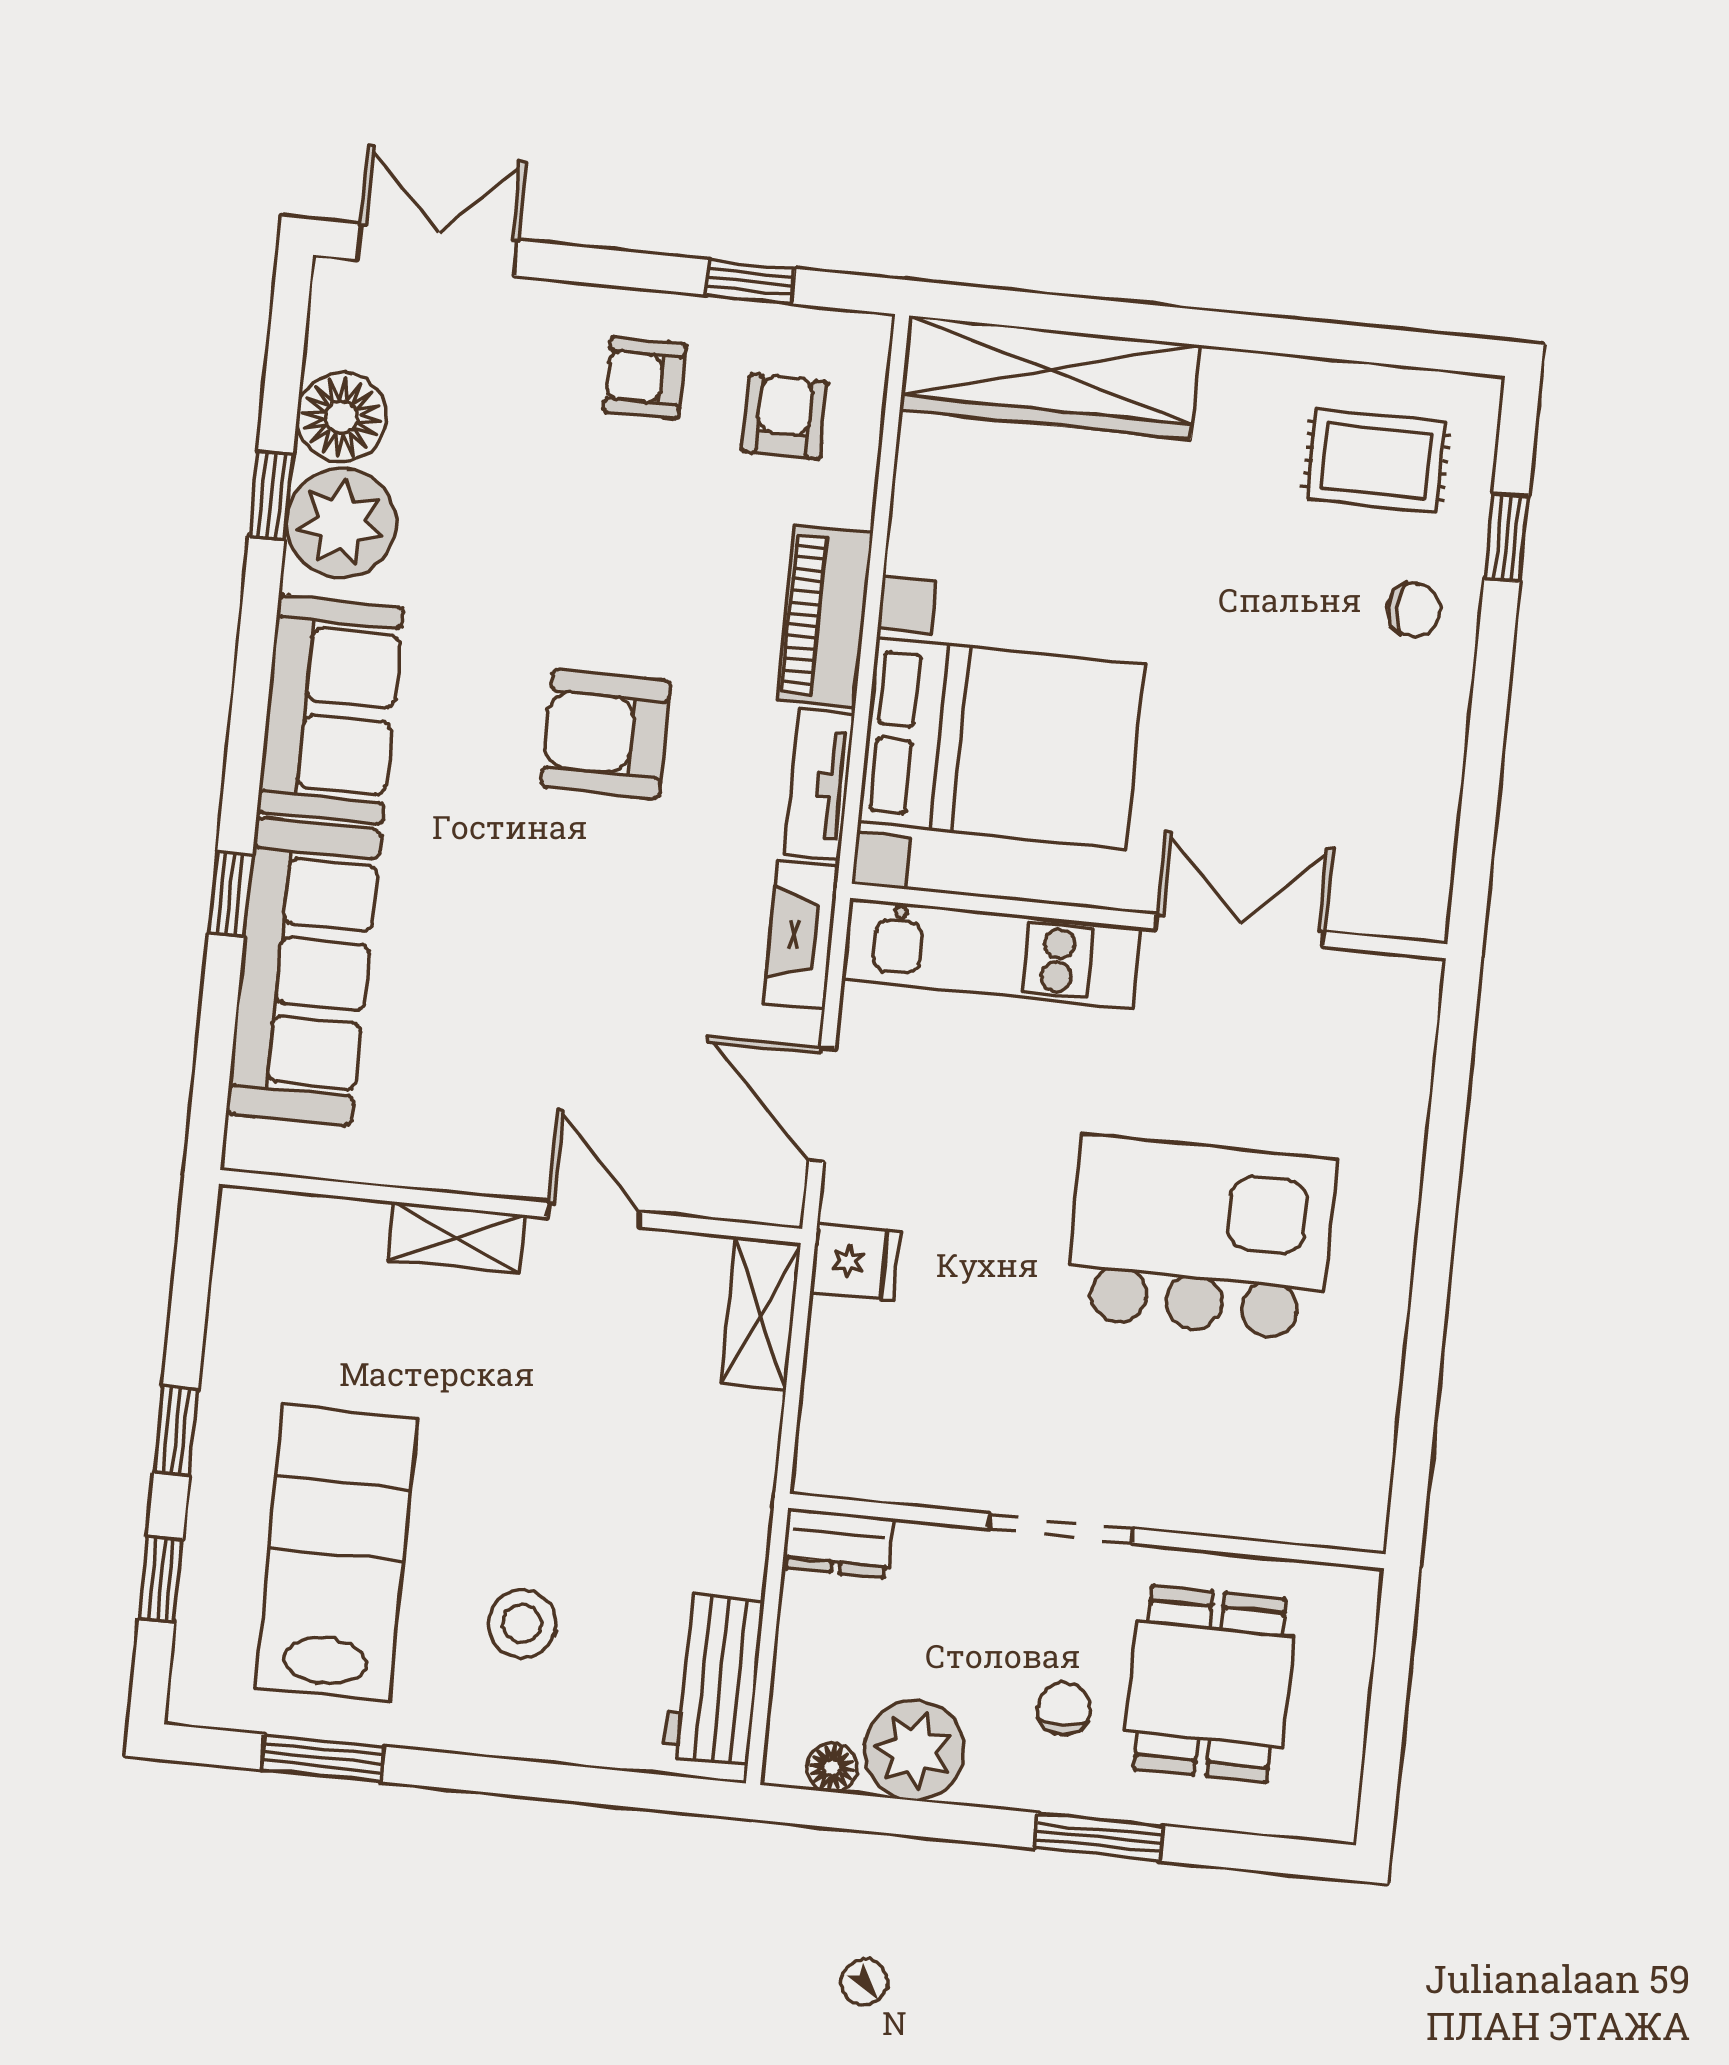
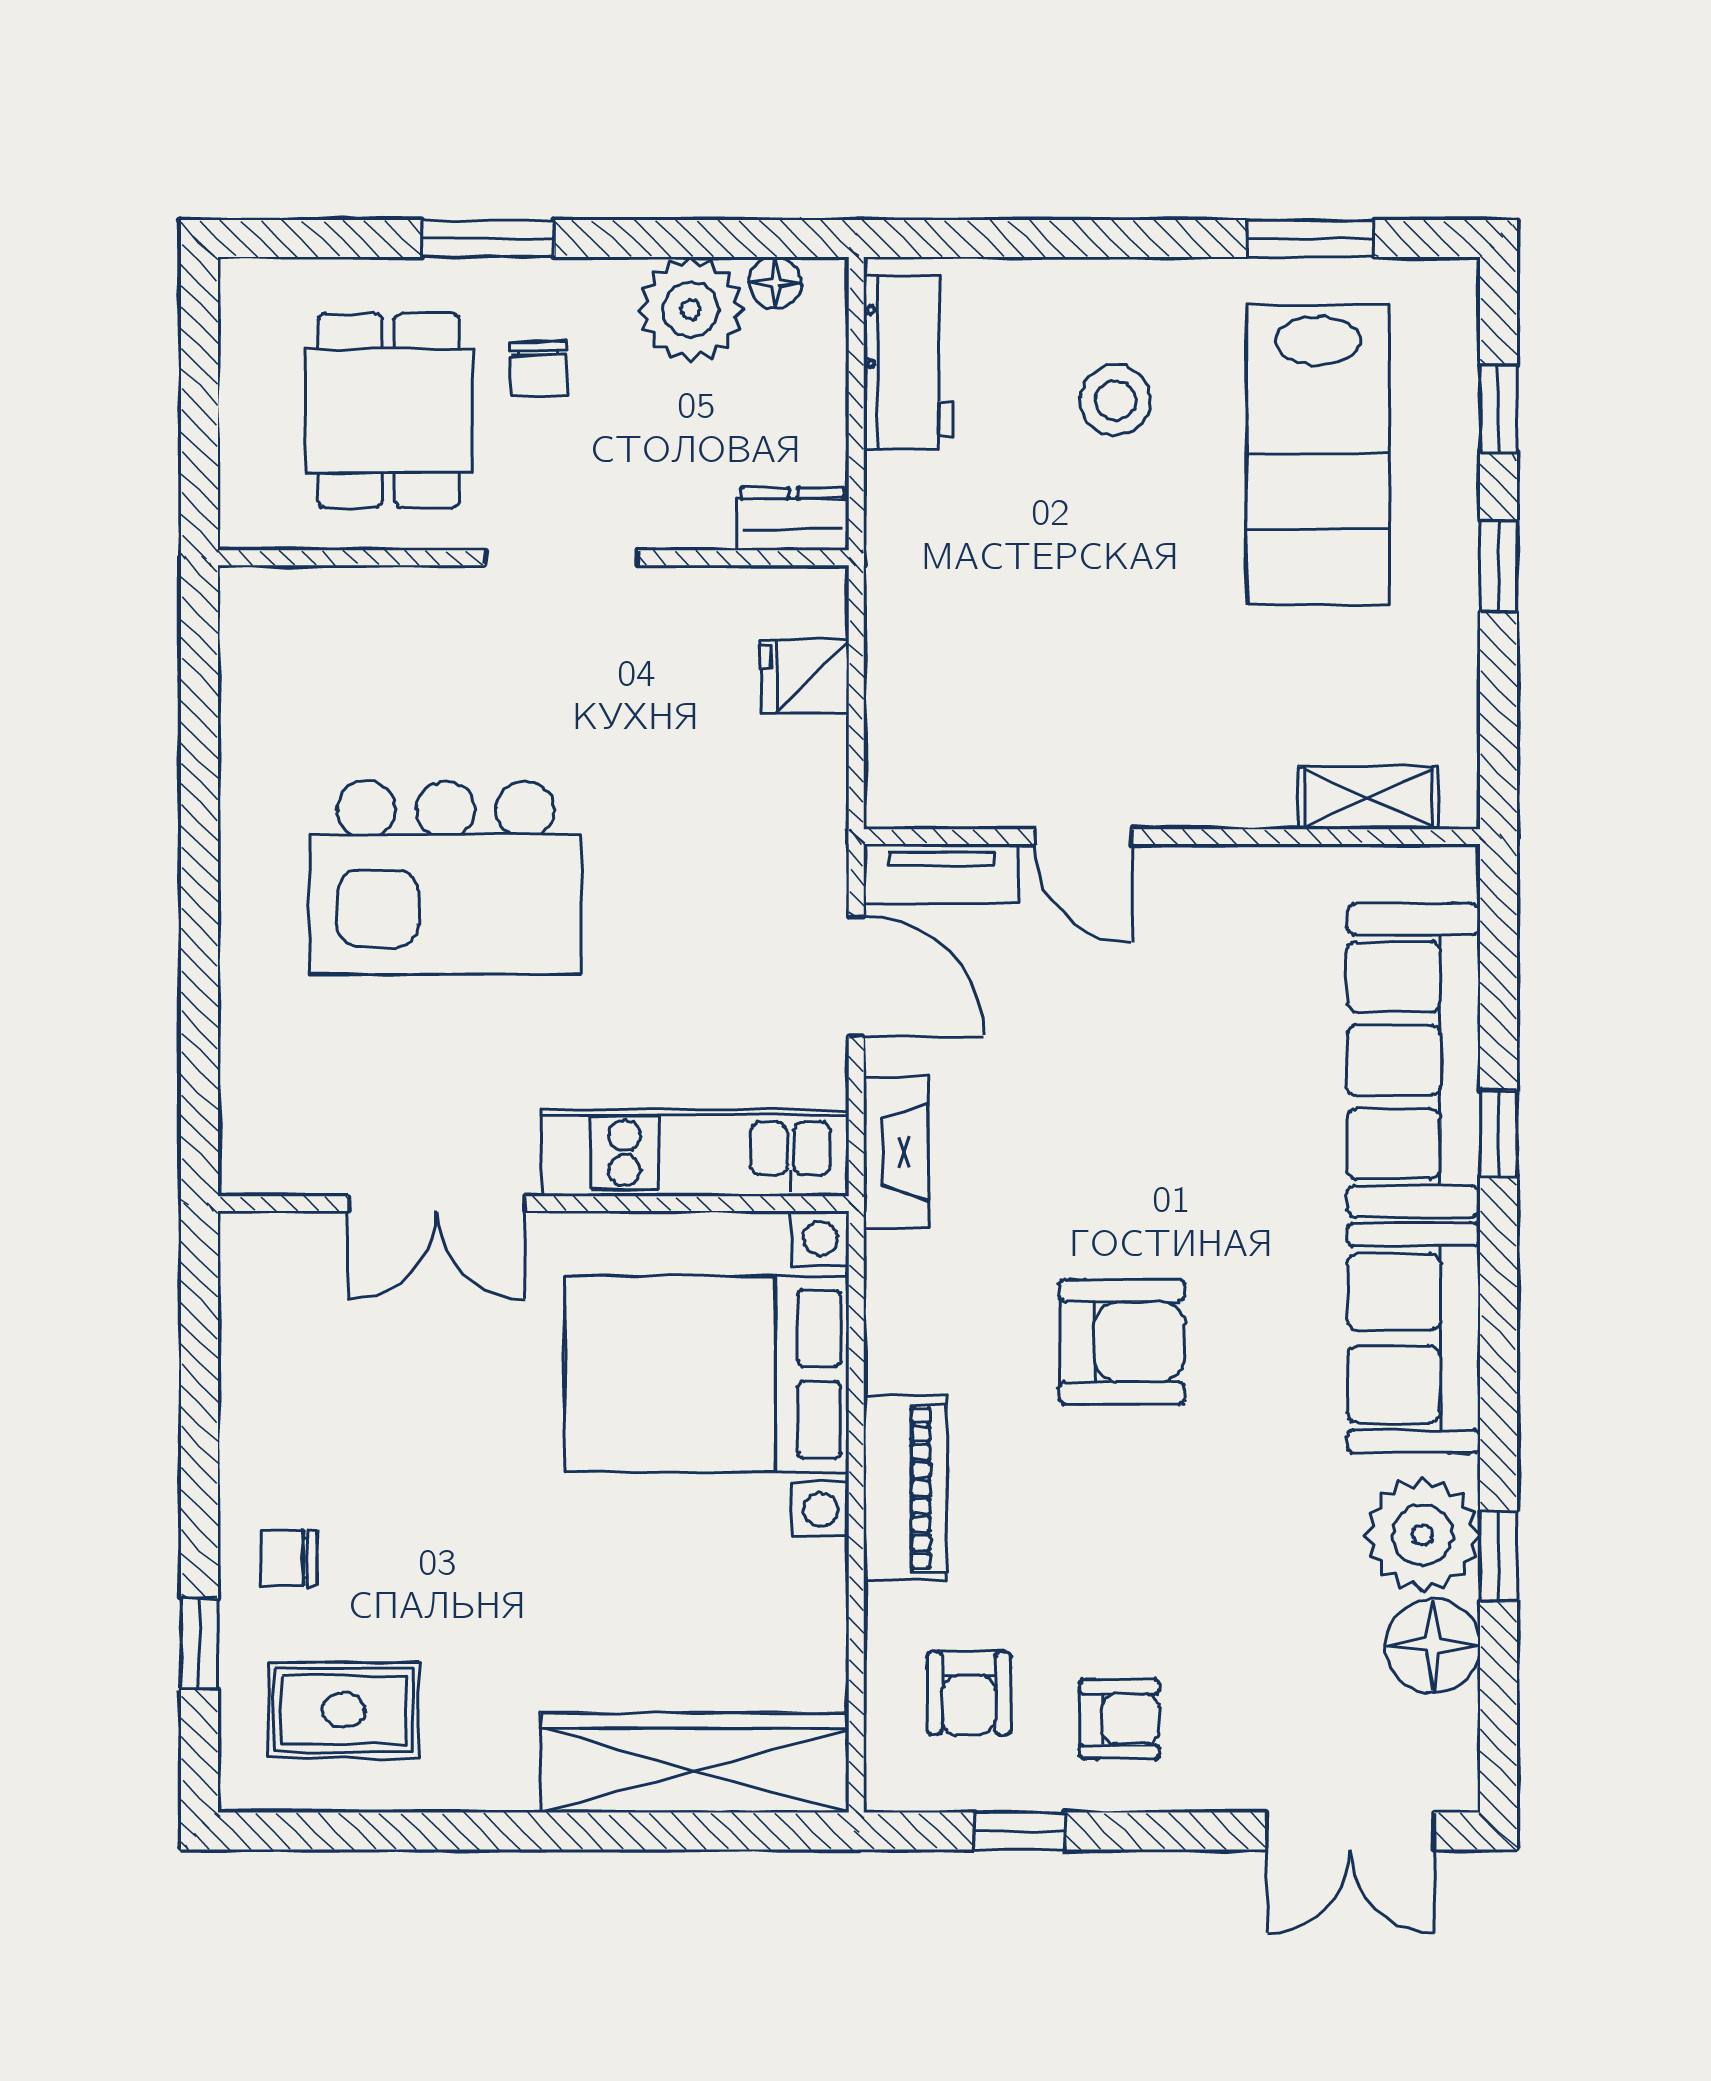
tv unit: (819, 784) -> (941, 874), moved, turned 90
shelving: (457, 1238) -> (1368, 798), moved
fridge: (855, 1262) -> (805, 676), moved
shelving: (761, 1315) -> (898, 750), removed

